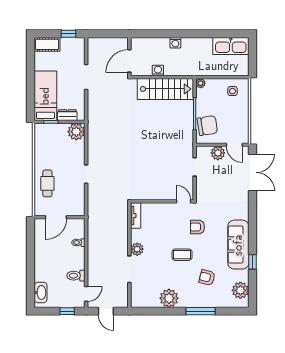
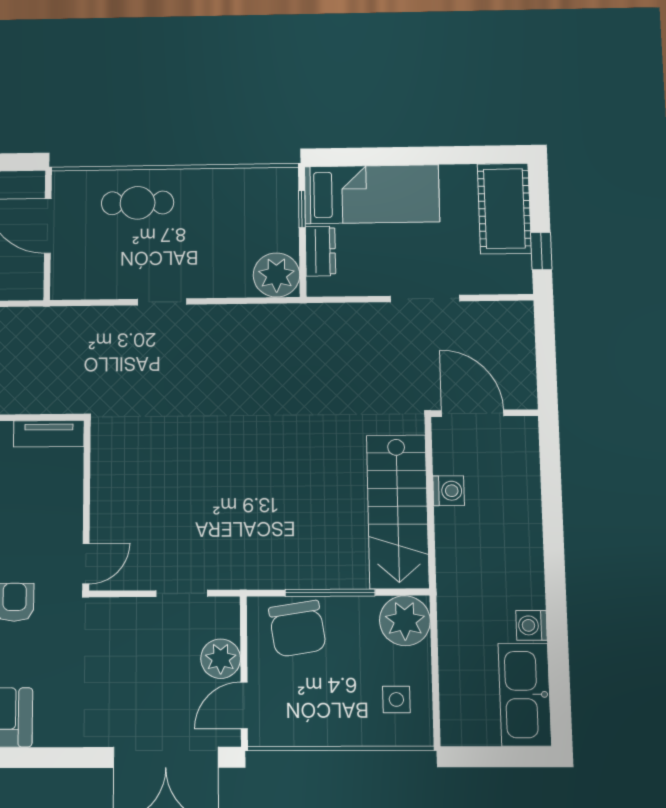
washing machine: (175, 43) -> (532, 625), moved
cot: (47, 44) -> (504, 209), width x1.37, depth x1.34
plant: (201, 83) -> (405, 621), width x1.88, depth x1.88

